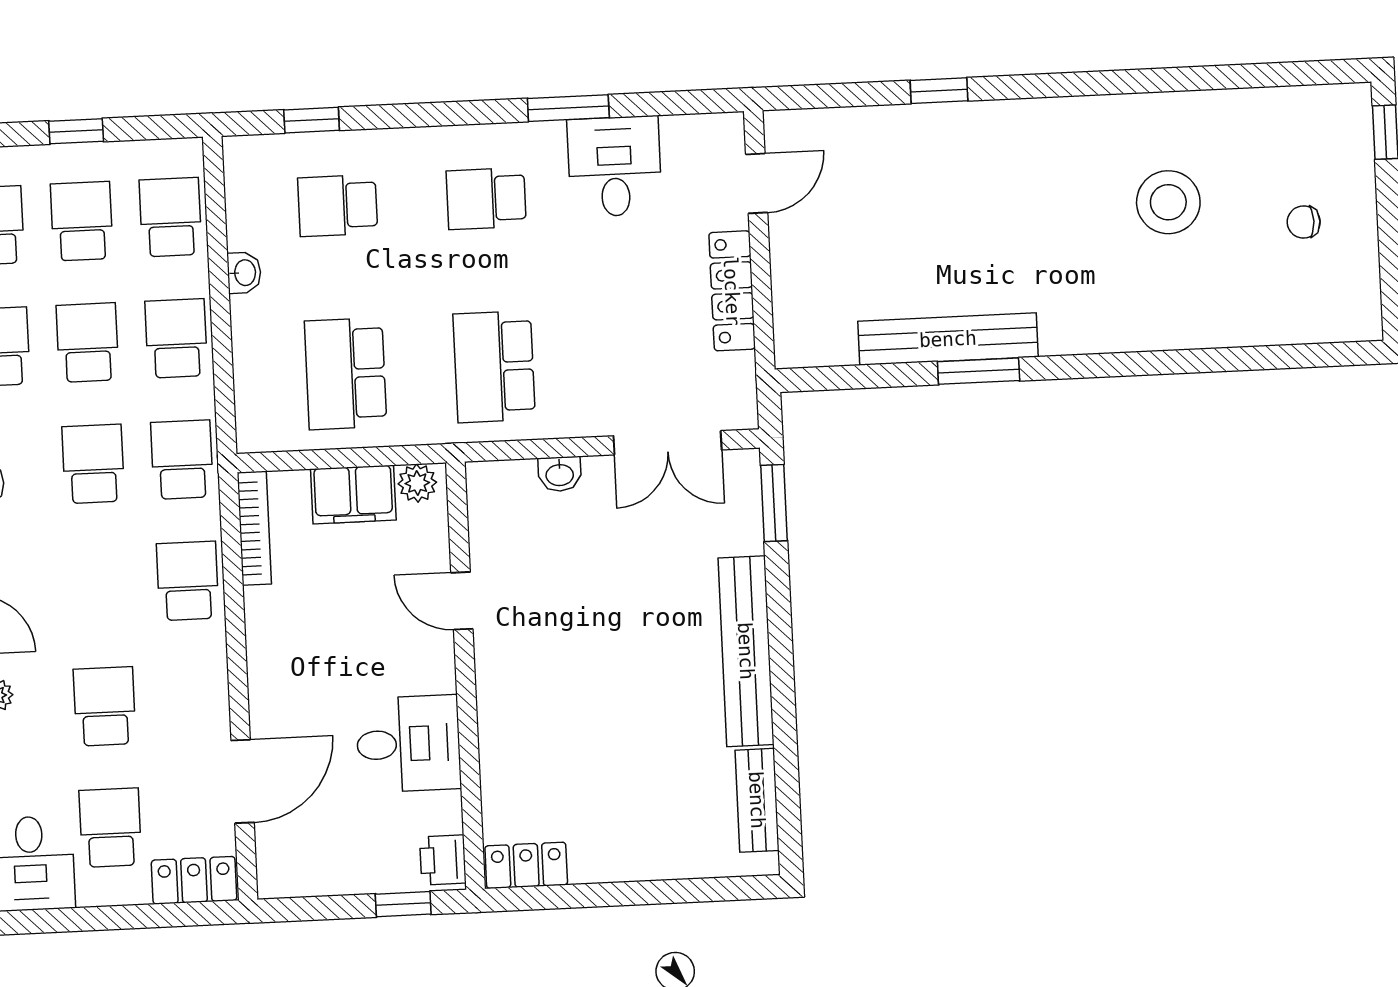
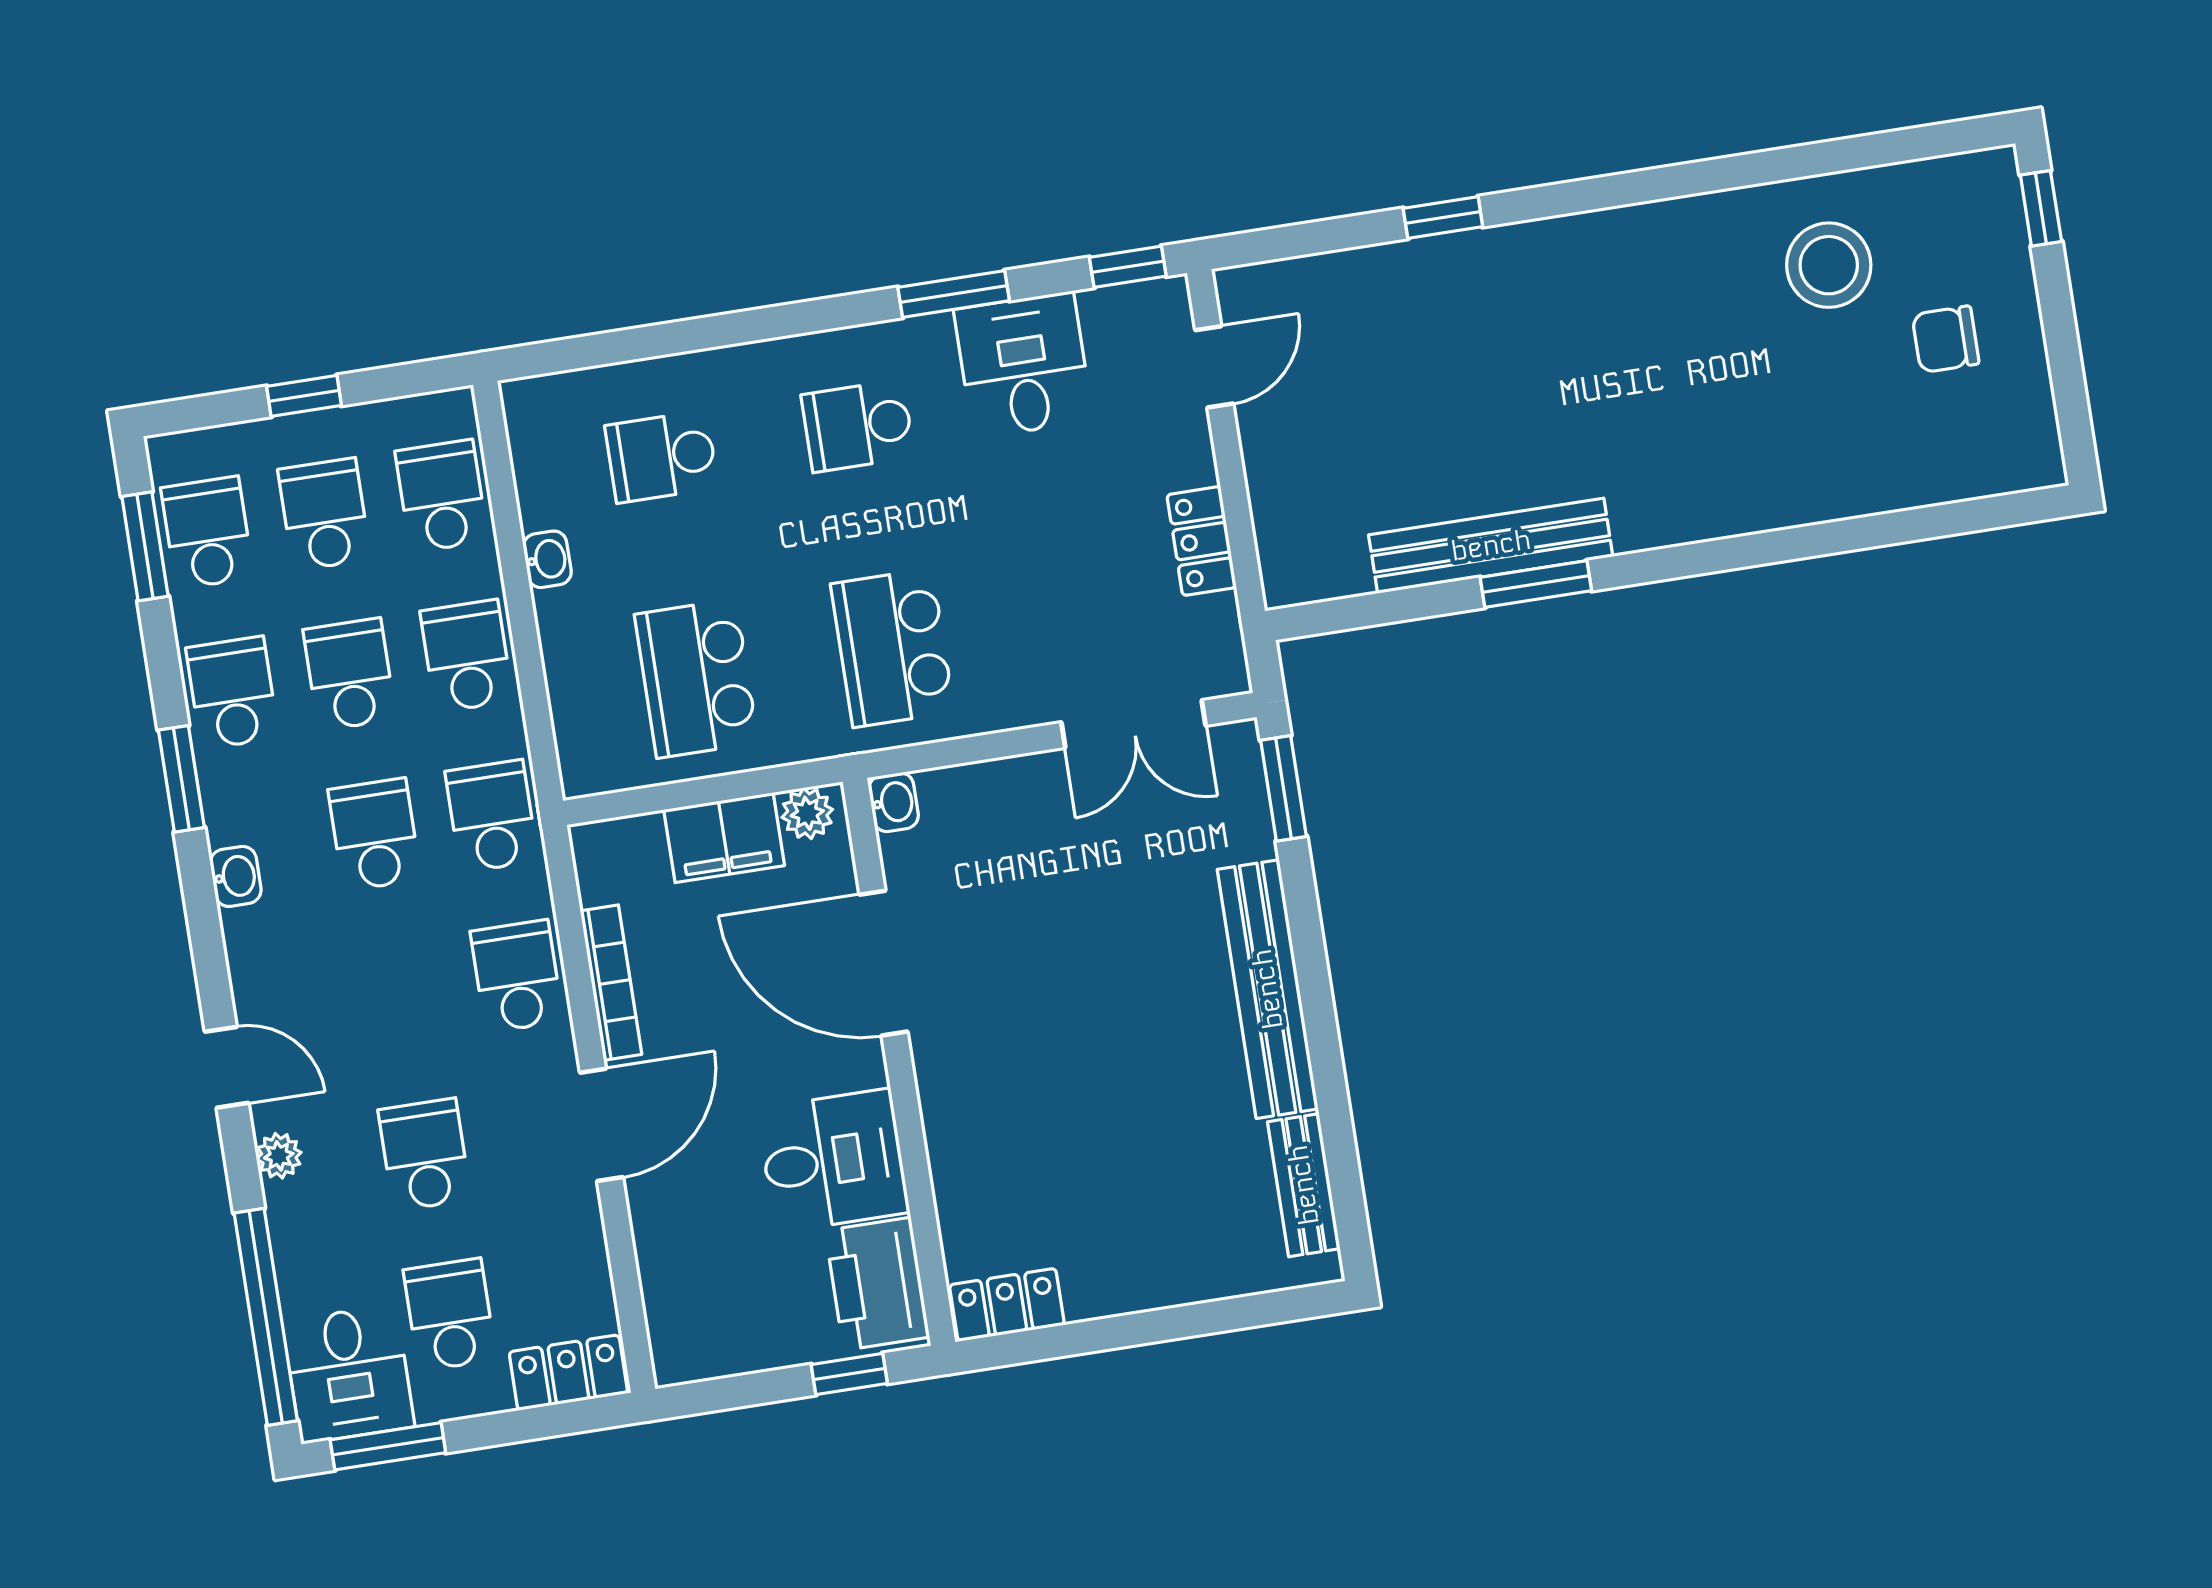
window: (312, 120) -> (1128, 267), moved
stool: (1168, 202) -> (1829, 265), moved
chair: (1304, 222) -> (1946, 339), width x1.37, depth x1.37
locker: (732, 291) -> (1202, 541), width x0.66
washbasin: (560, 474) -> (894, 802), moved, turned -90
bookcase: (254, 528) -> (611, 983), moved
door: (462, 601) -> (883, 963), width x1.87
door: (243, 781) -> (601, 1125), moved
printer: (443, 860) -> (877, 1284), width x1.87, depth x1.48
window: (54, 921) -> (388, 1446), added

